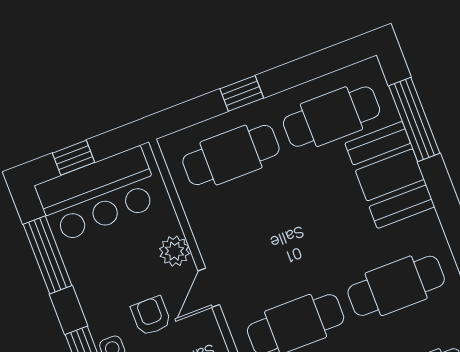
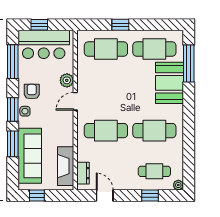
armchair: (151, 316) -> (32, 92), moved

